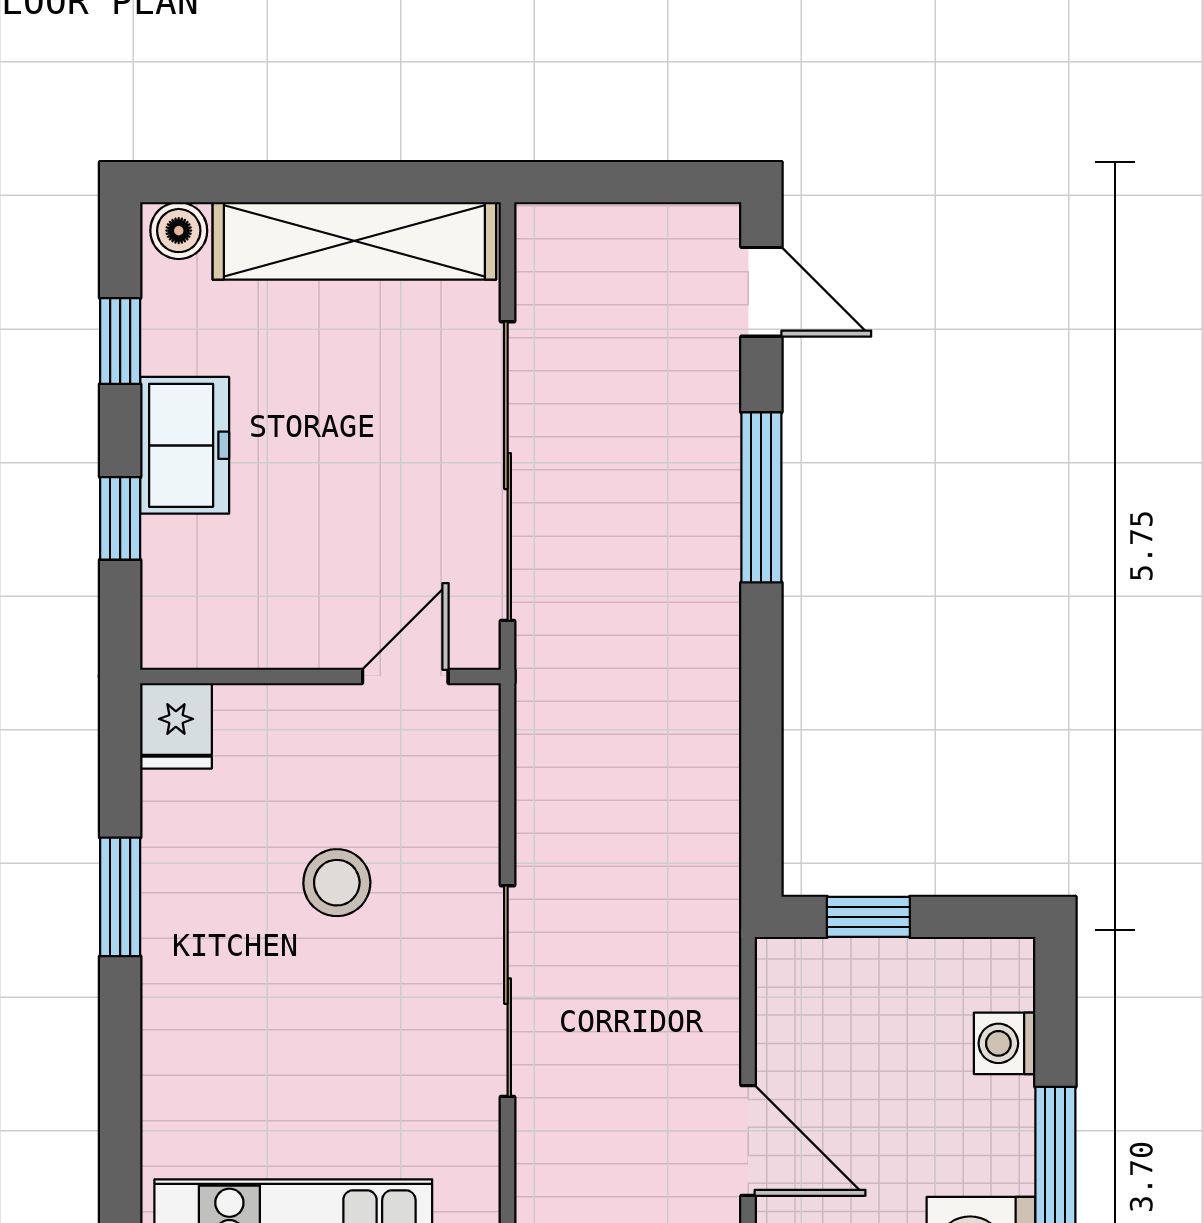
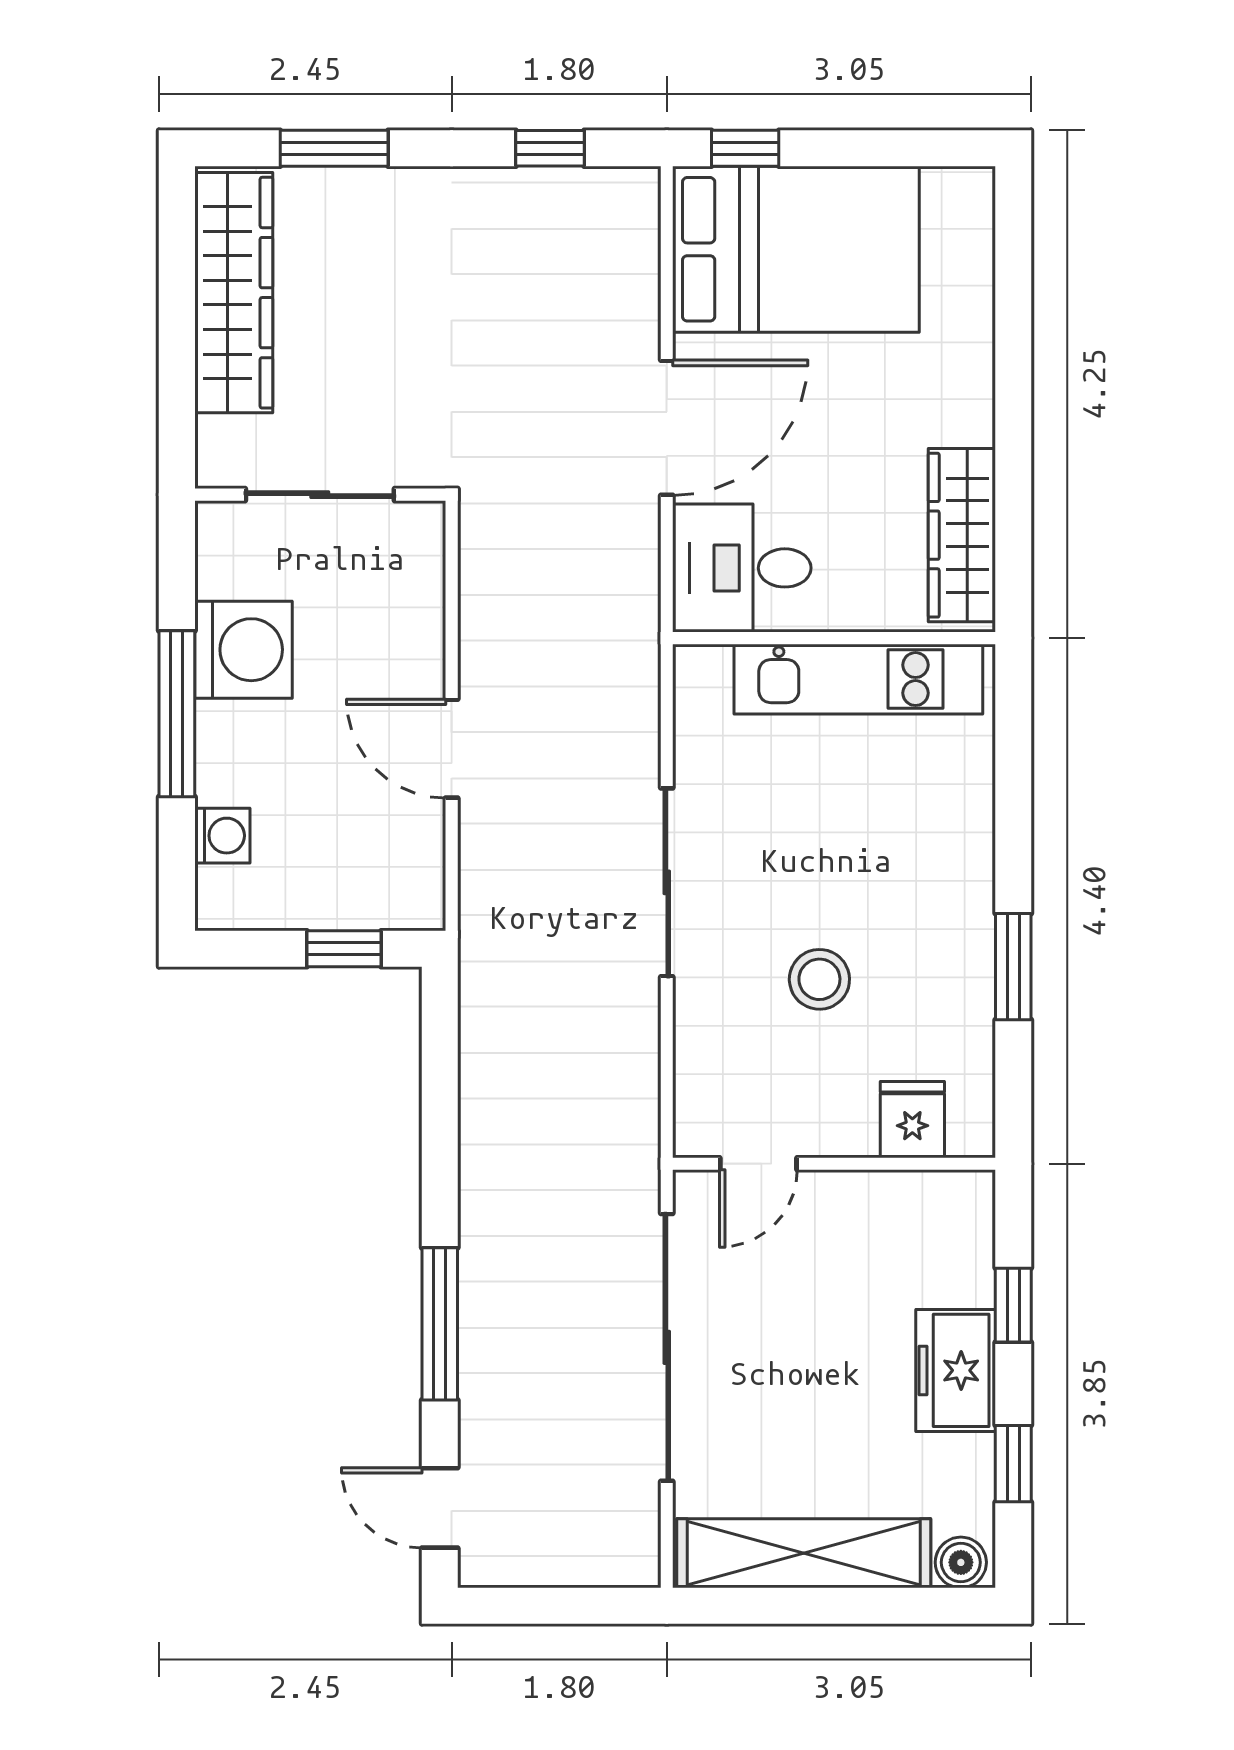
fridge: (176, 726) -> (912, 1120), moved

